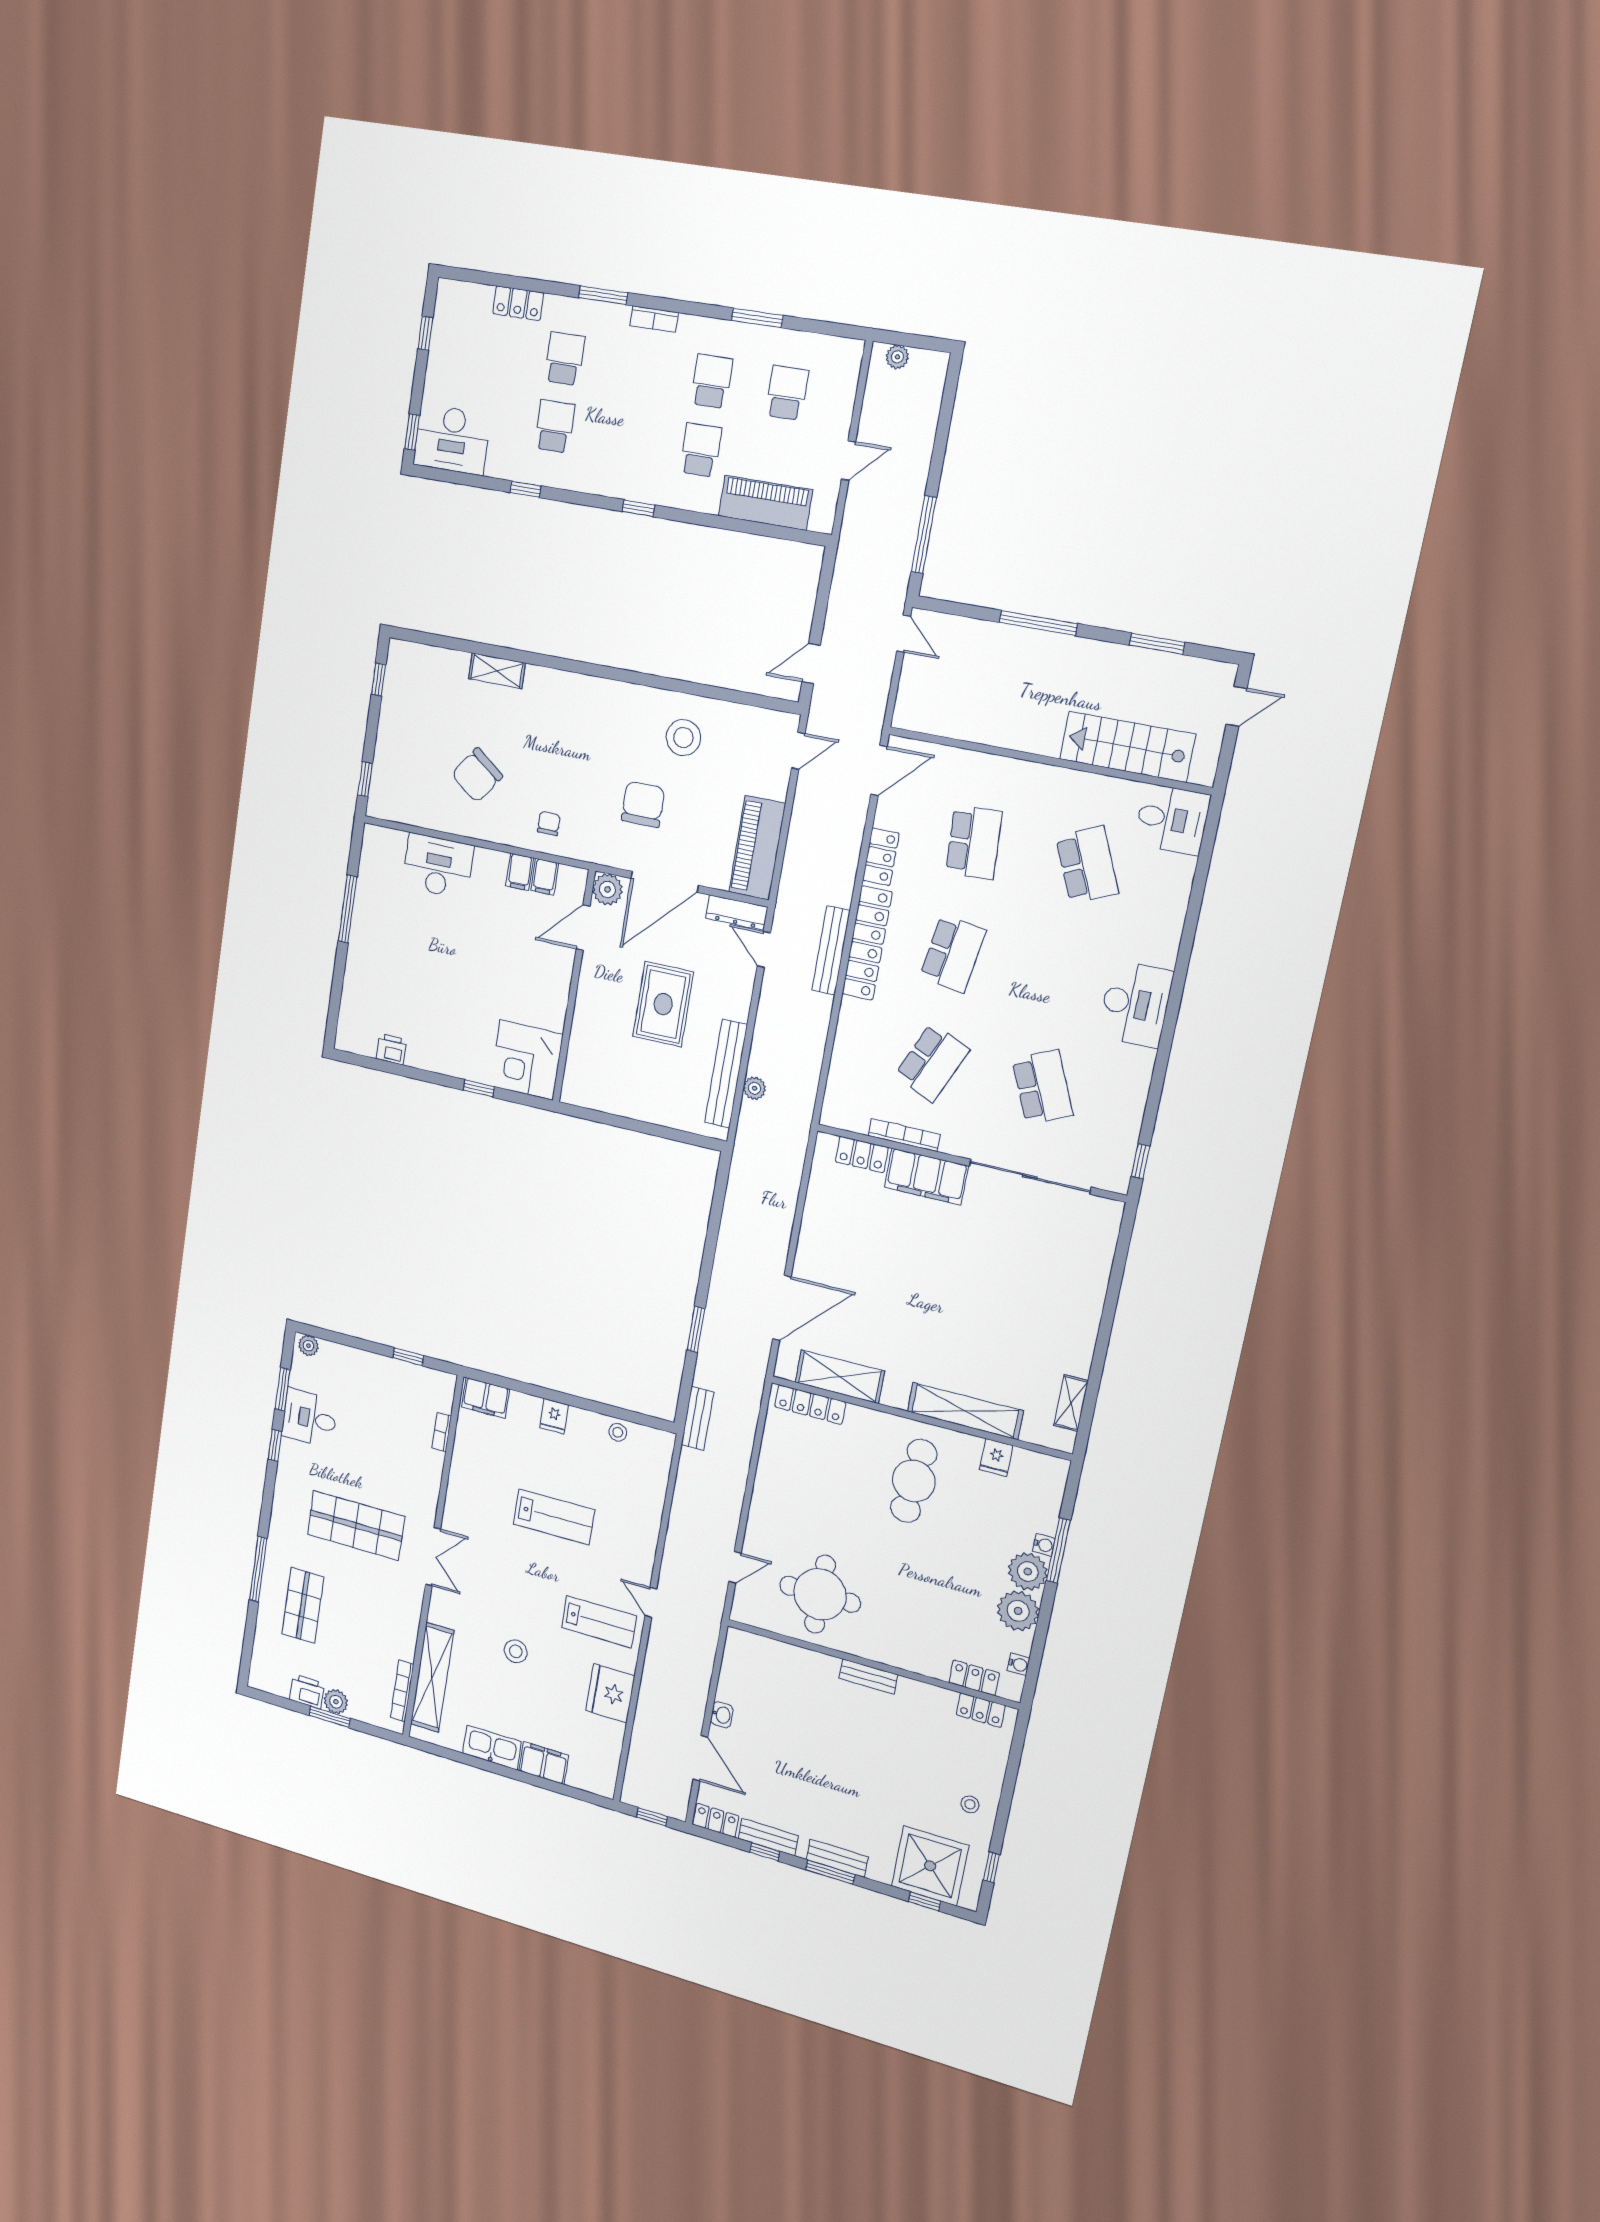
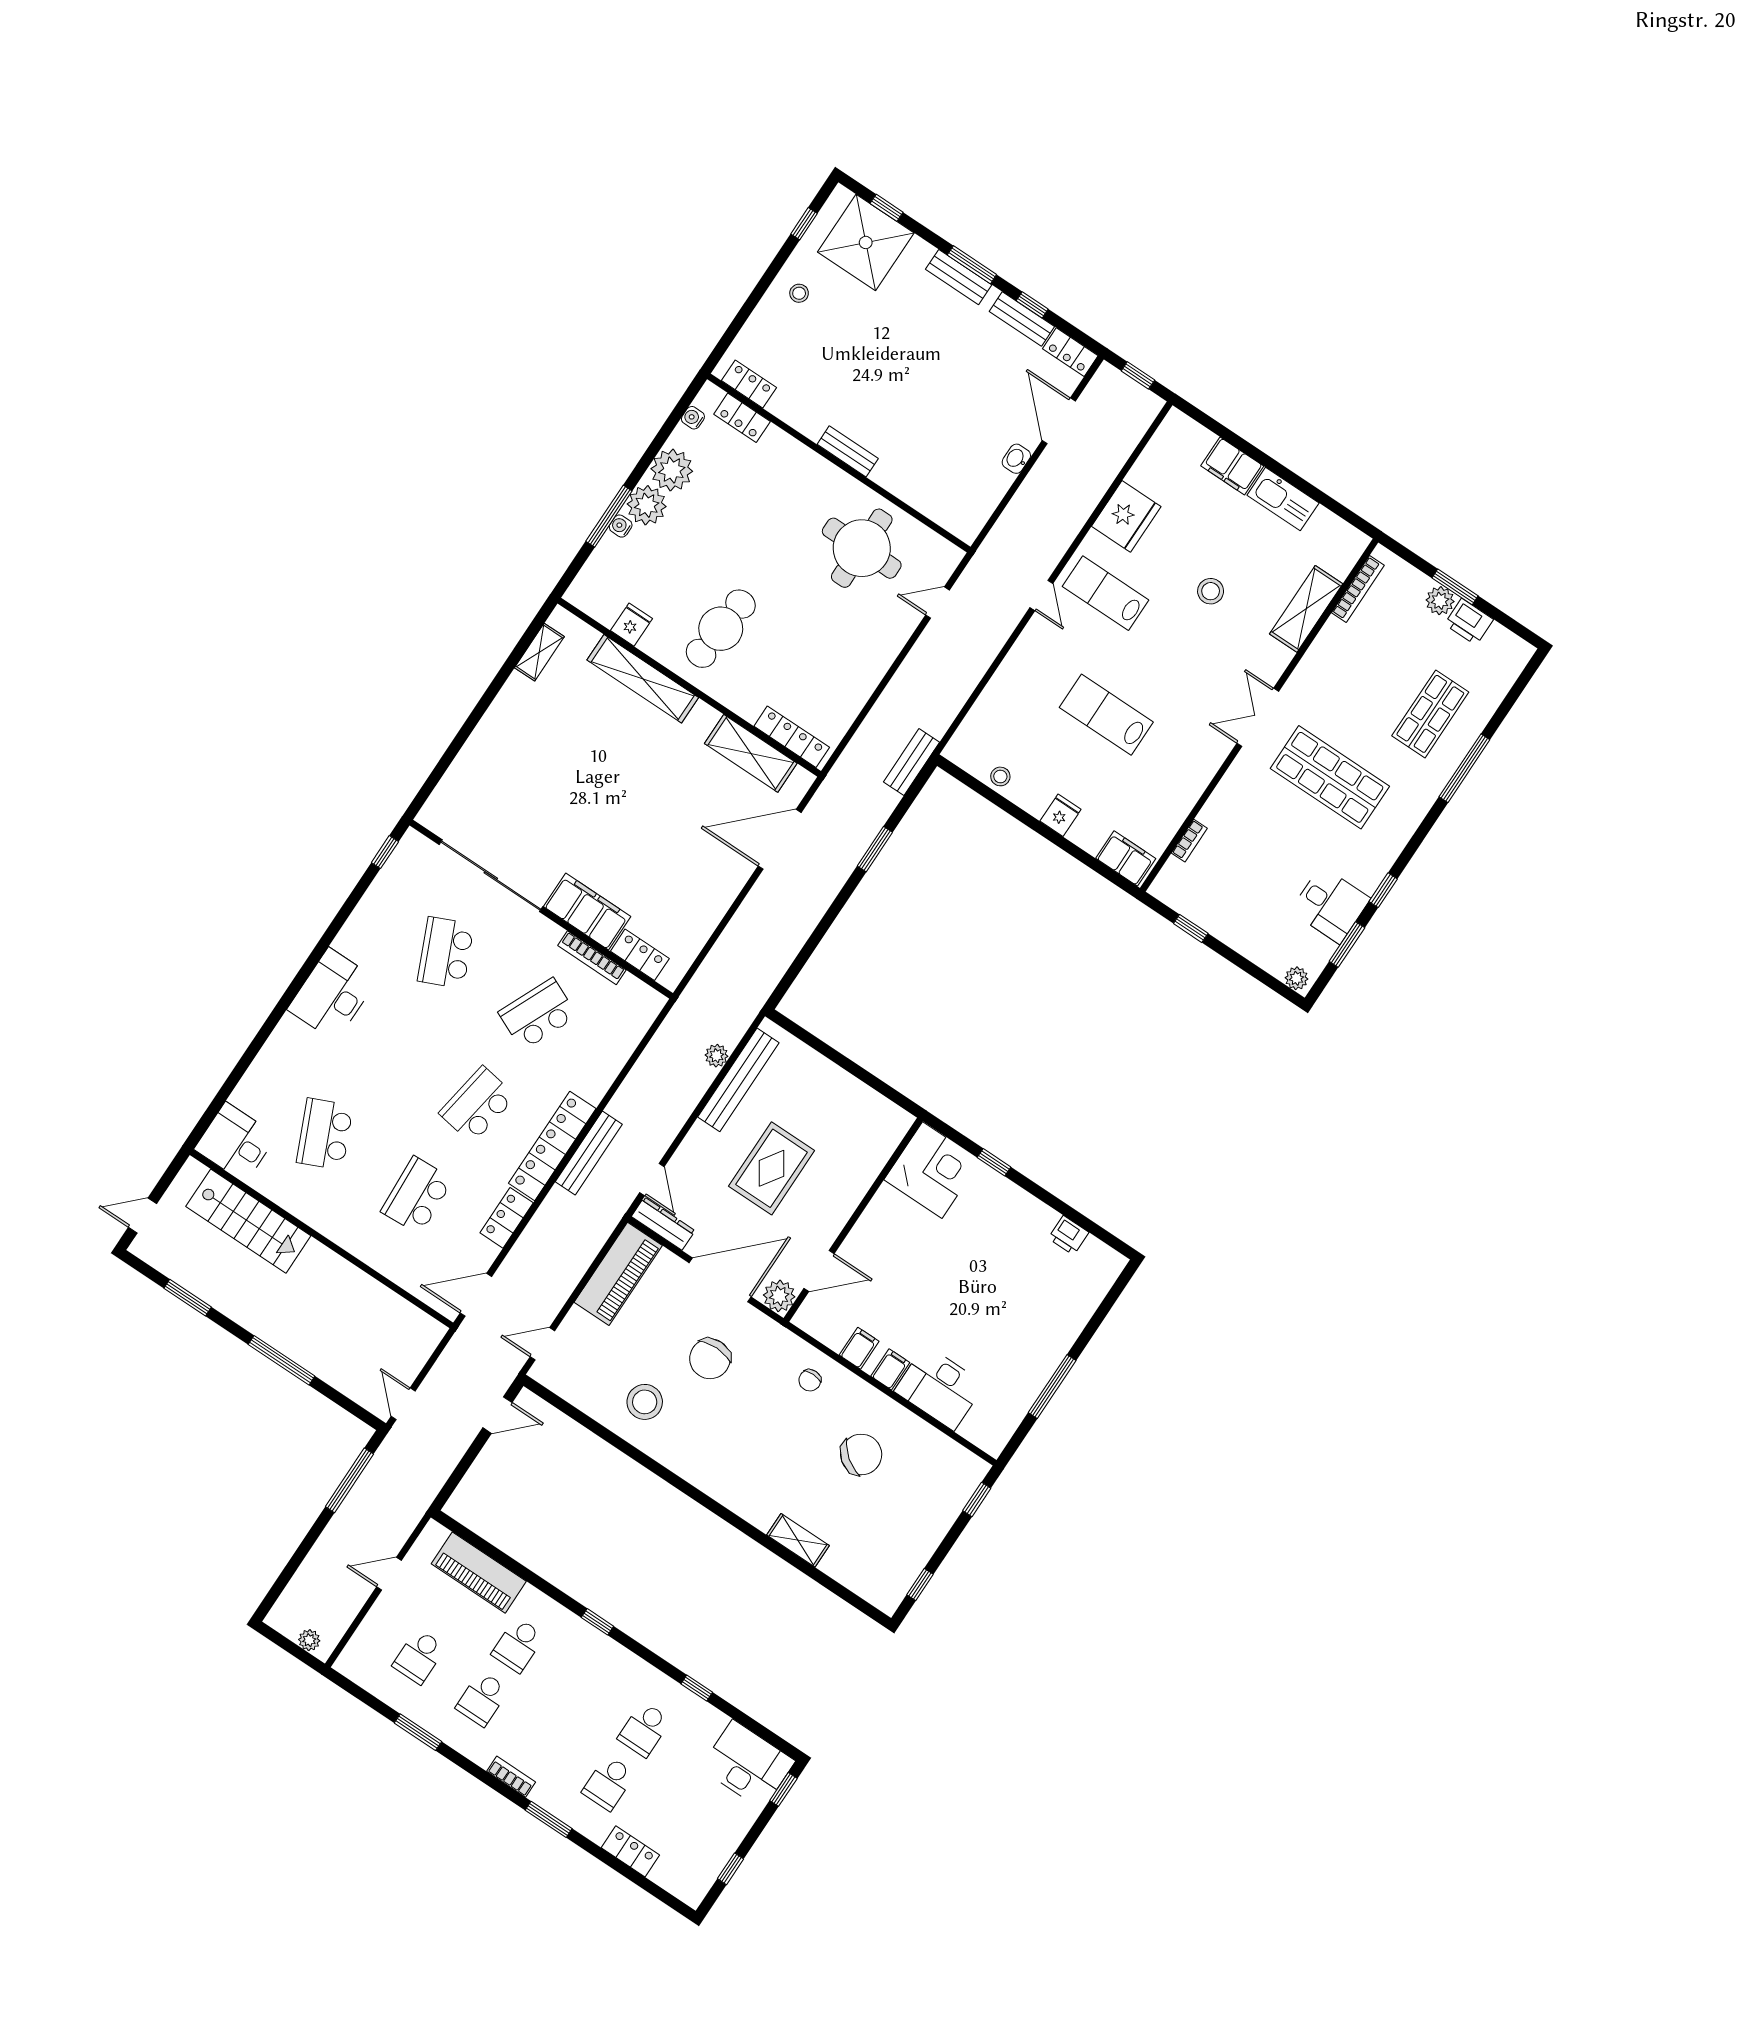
filing cabinet: (545, 877) -> (890, 1369), moved
shelving: (432, 1677) -> (1306, 609), width x0.68

